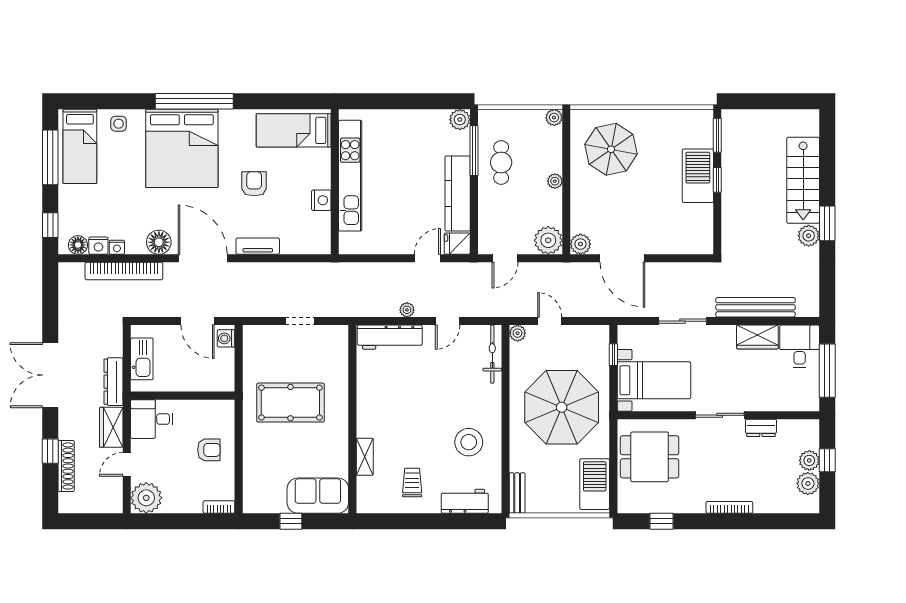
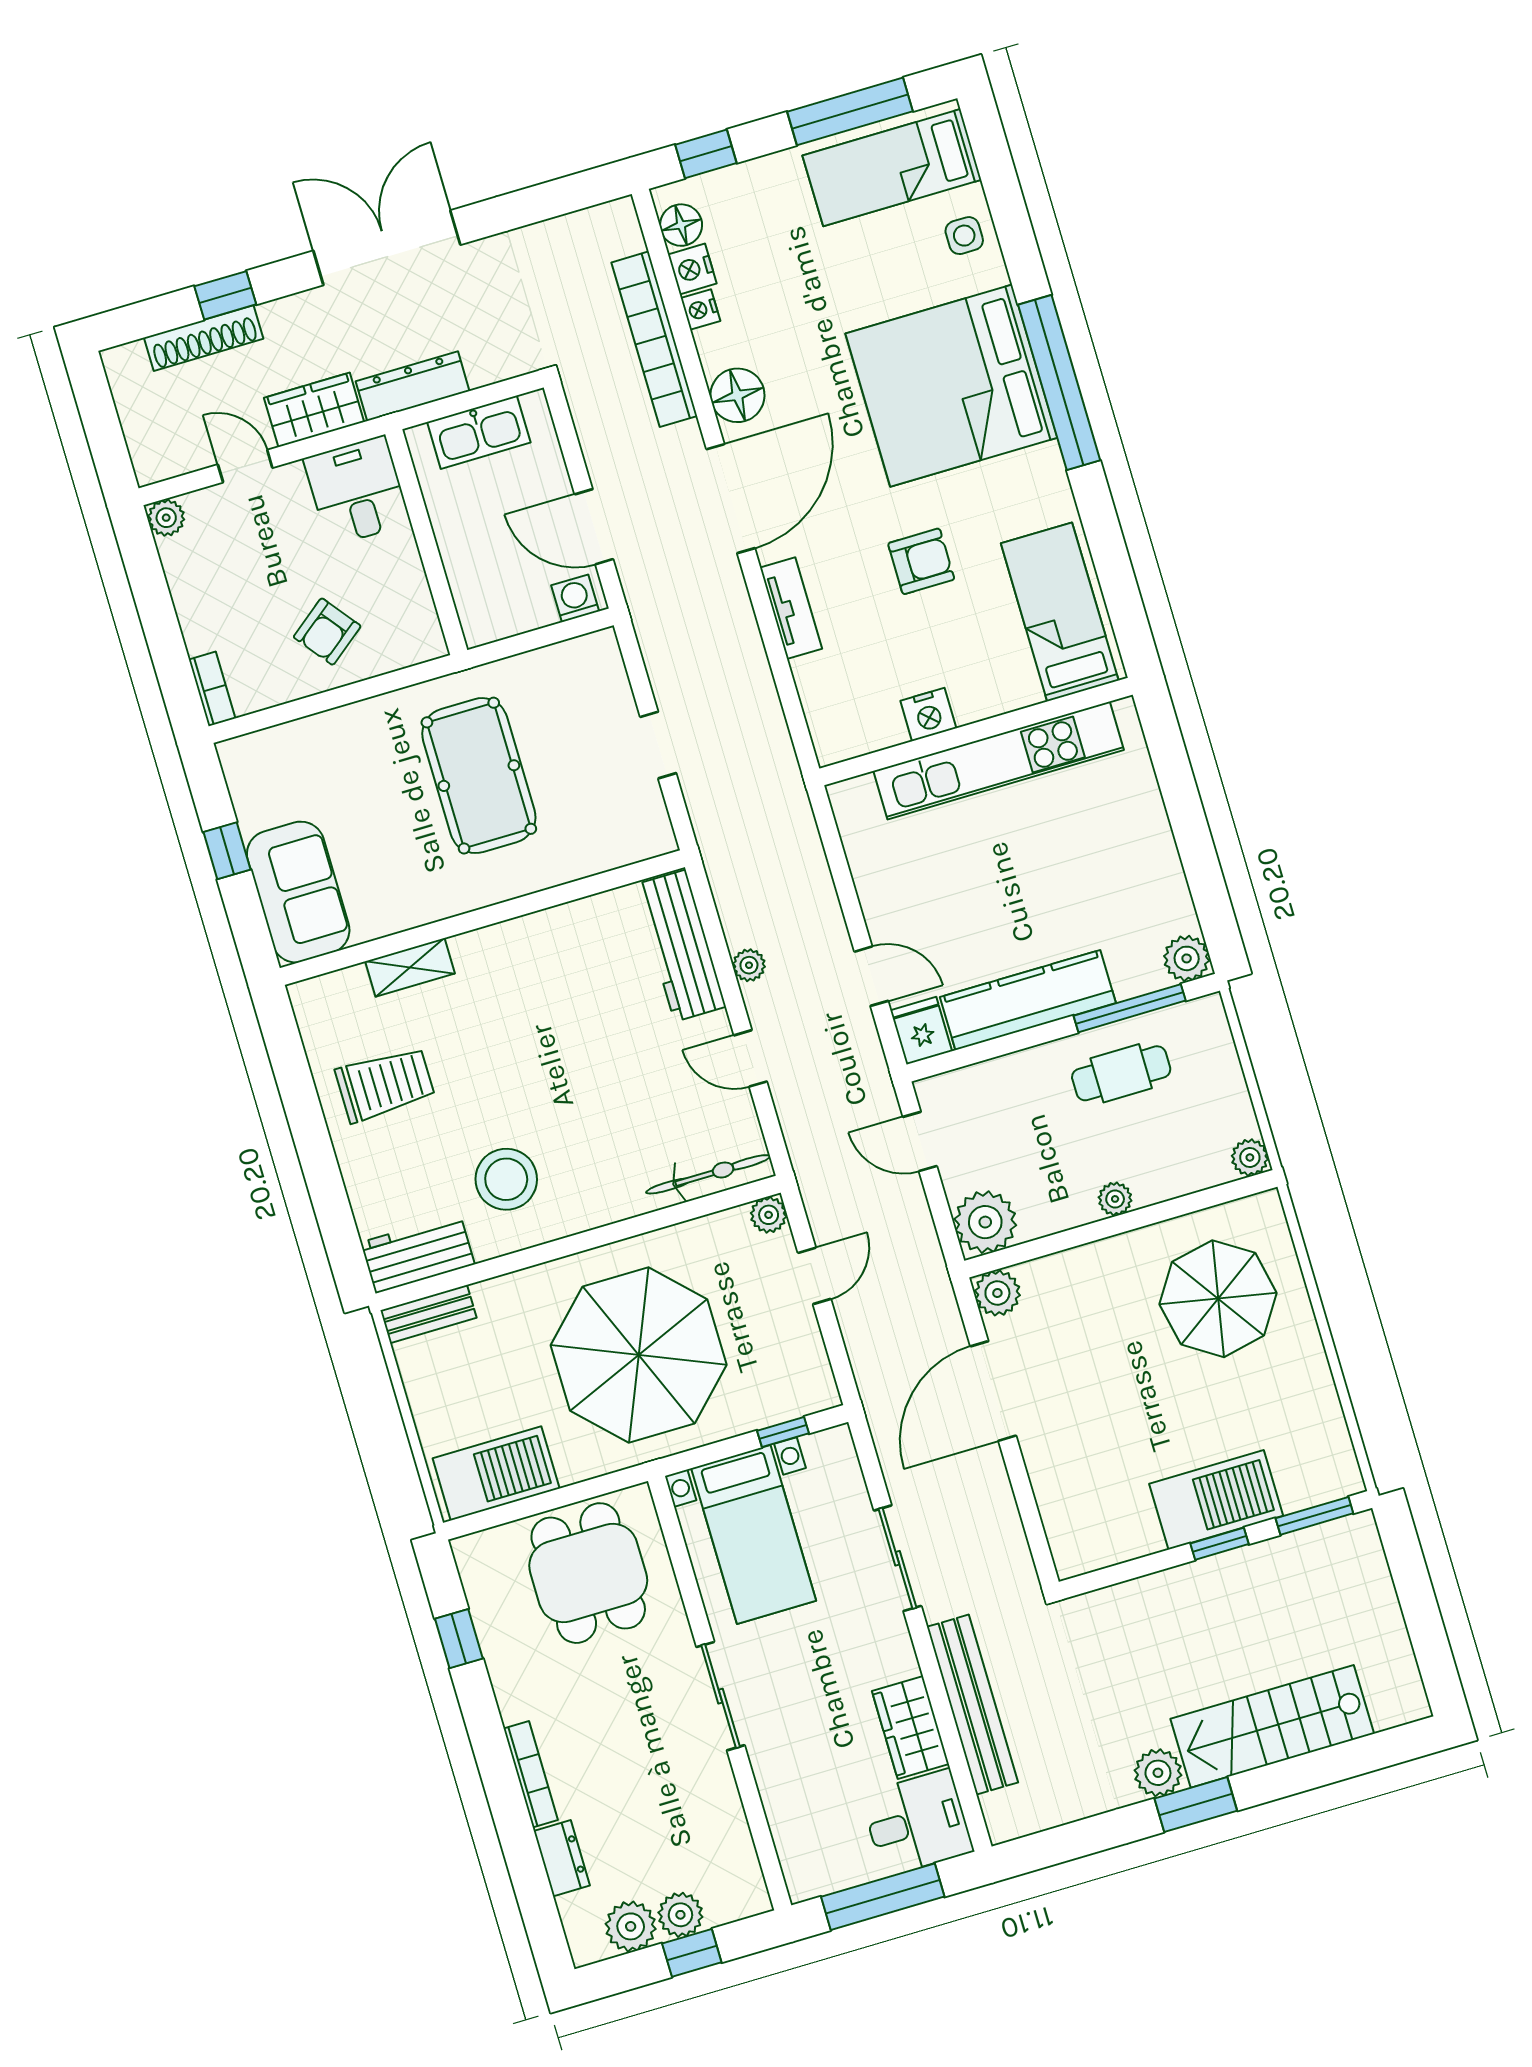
door: (197, 321) -> (594, 527), hinge flipped
dresser: (761, 428) -> (562, 1858), moved, turned 180
armchair: (209, 450) -> (327, 632), turned 52
trolley: (412, 483) -> (385, 1084), width x1.36, depth x1.39
plant: (146, 498) -> (166, 518), width x0.53, depth x0.53
workbench: (465, 501) -> (418, 1253), moved, turned -90

